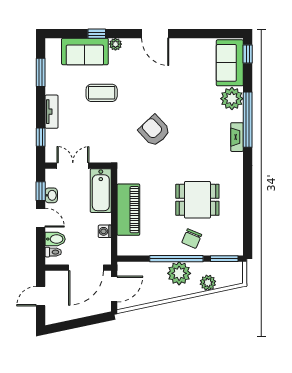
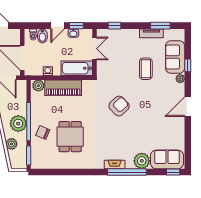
tv unit: (52, 112) -> (151, 33), moved
plant: (125, 245) -> (38, 86), added

